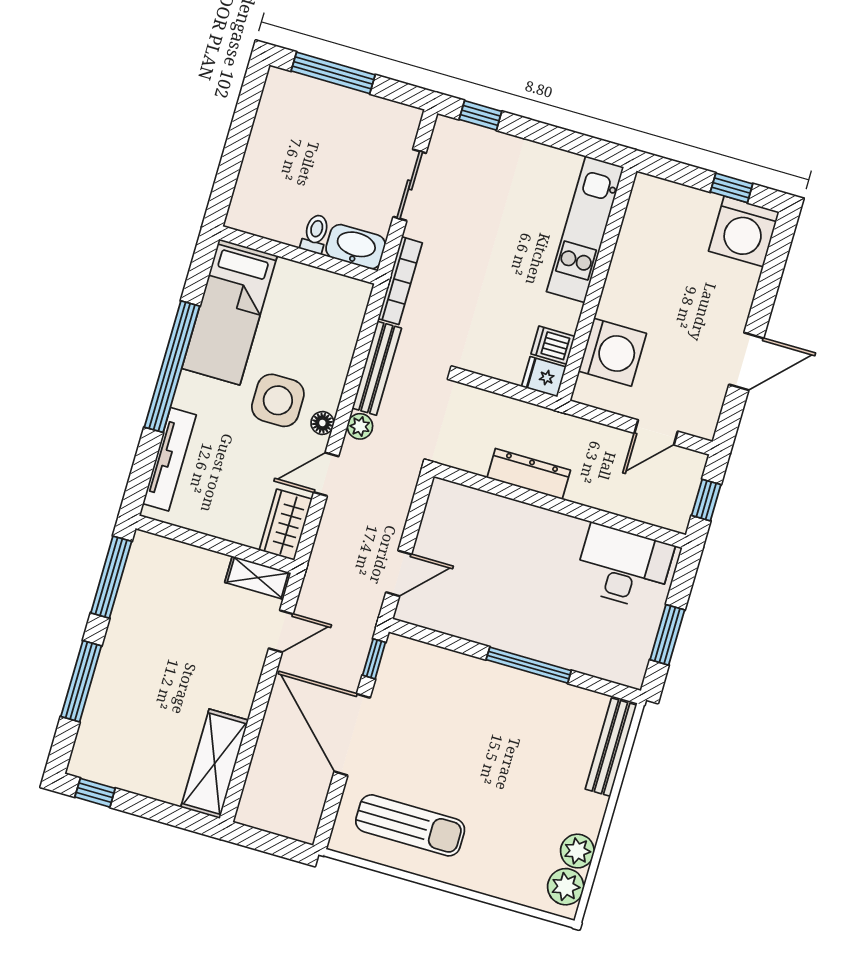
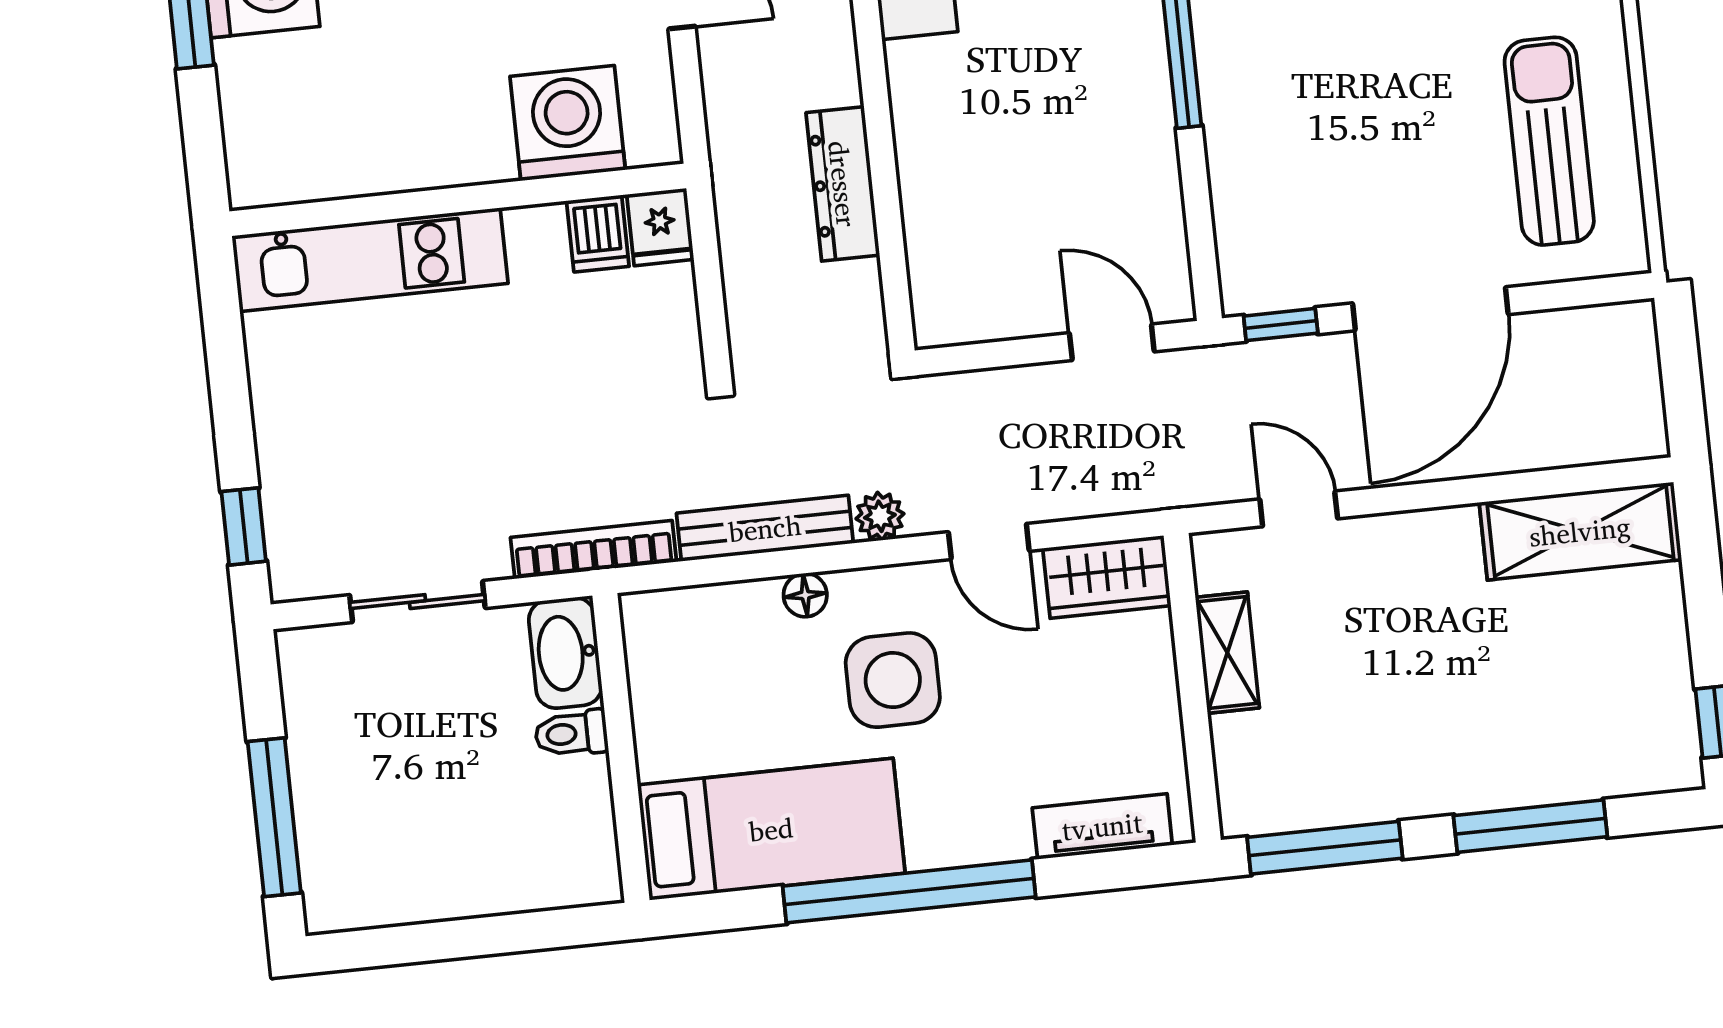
floor lamp: (322, 423) -> (805, 595), moved
tv unit: (169, 459) -> (1102, 826), width x0.71
shelving: (258, 578) -> (1227, 653), moved

